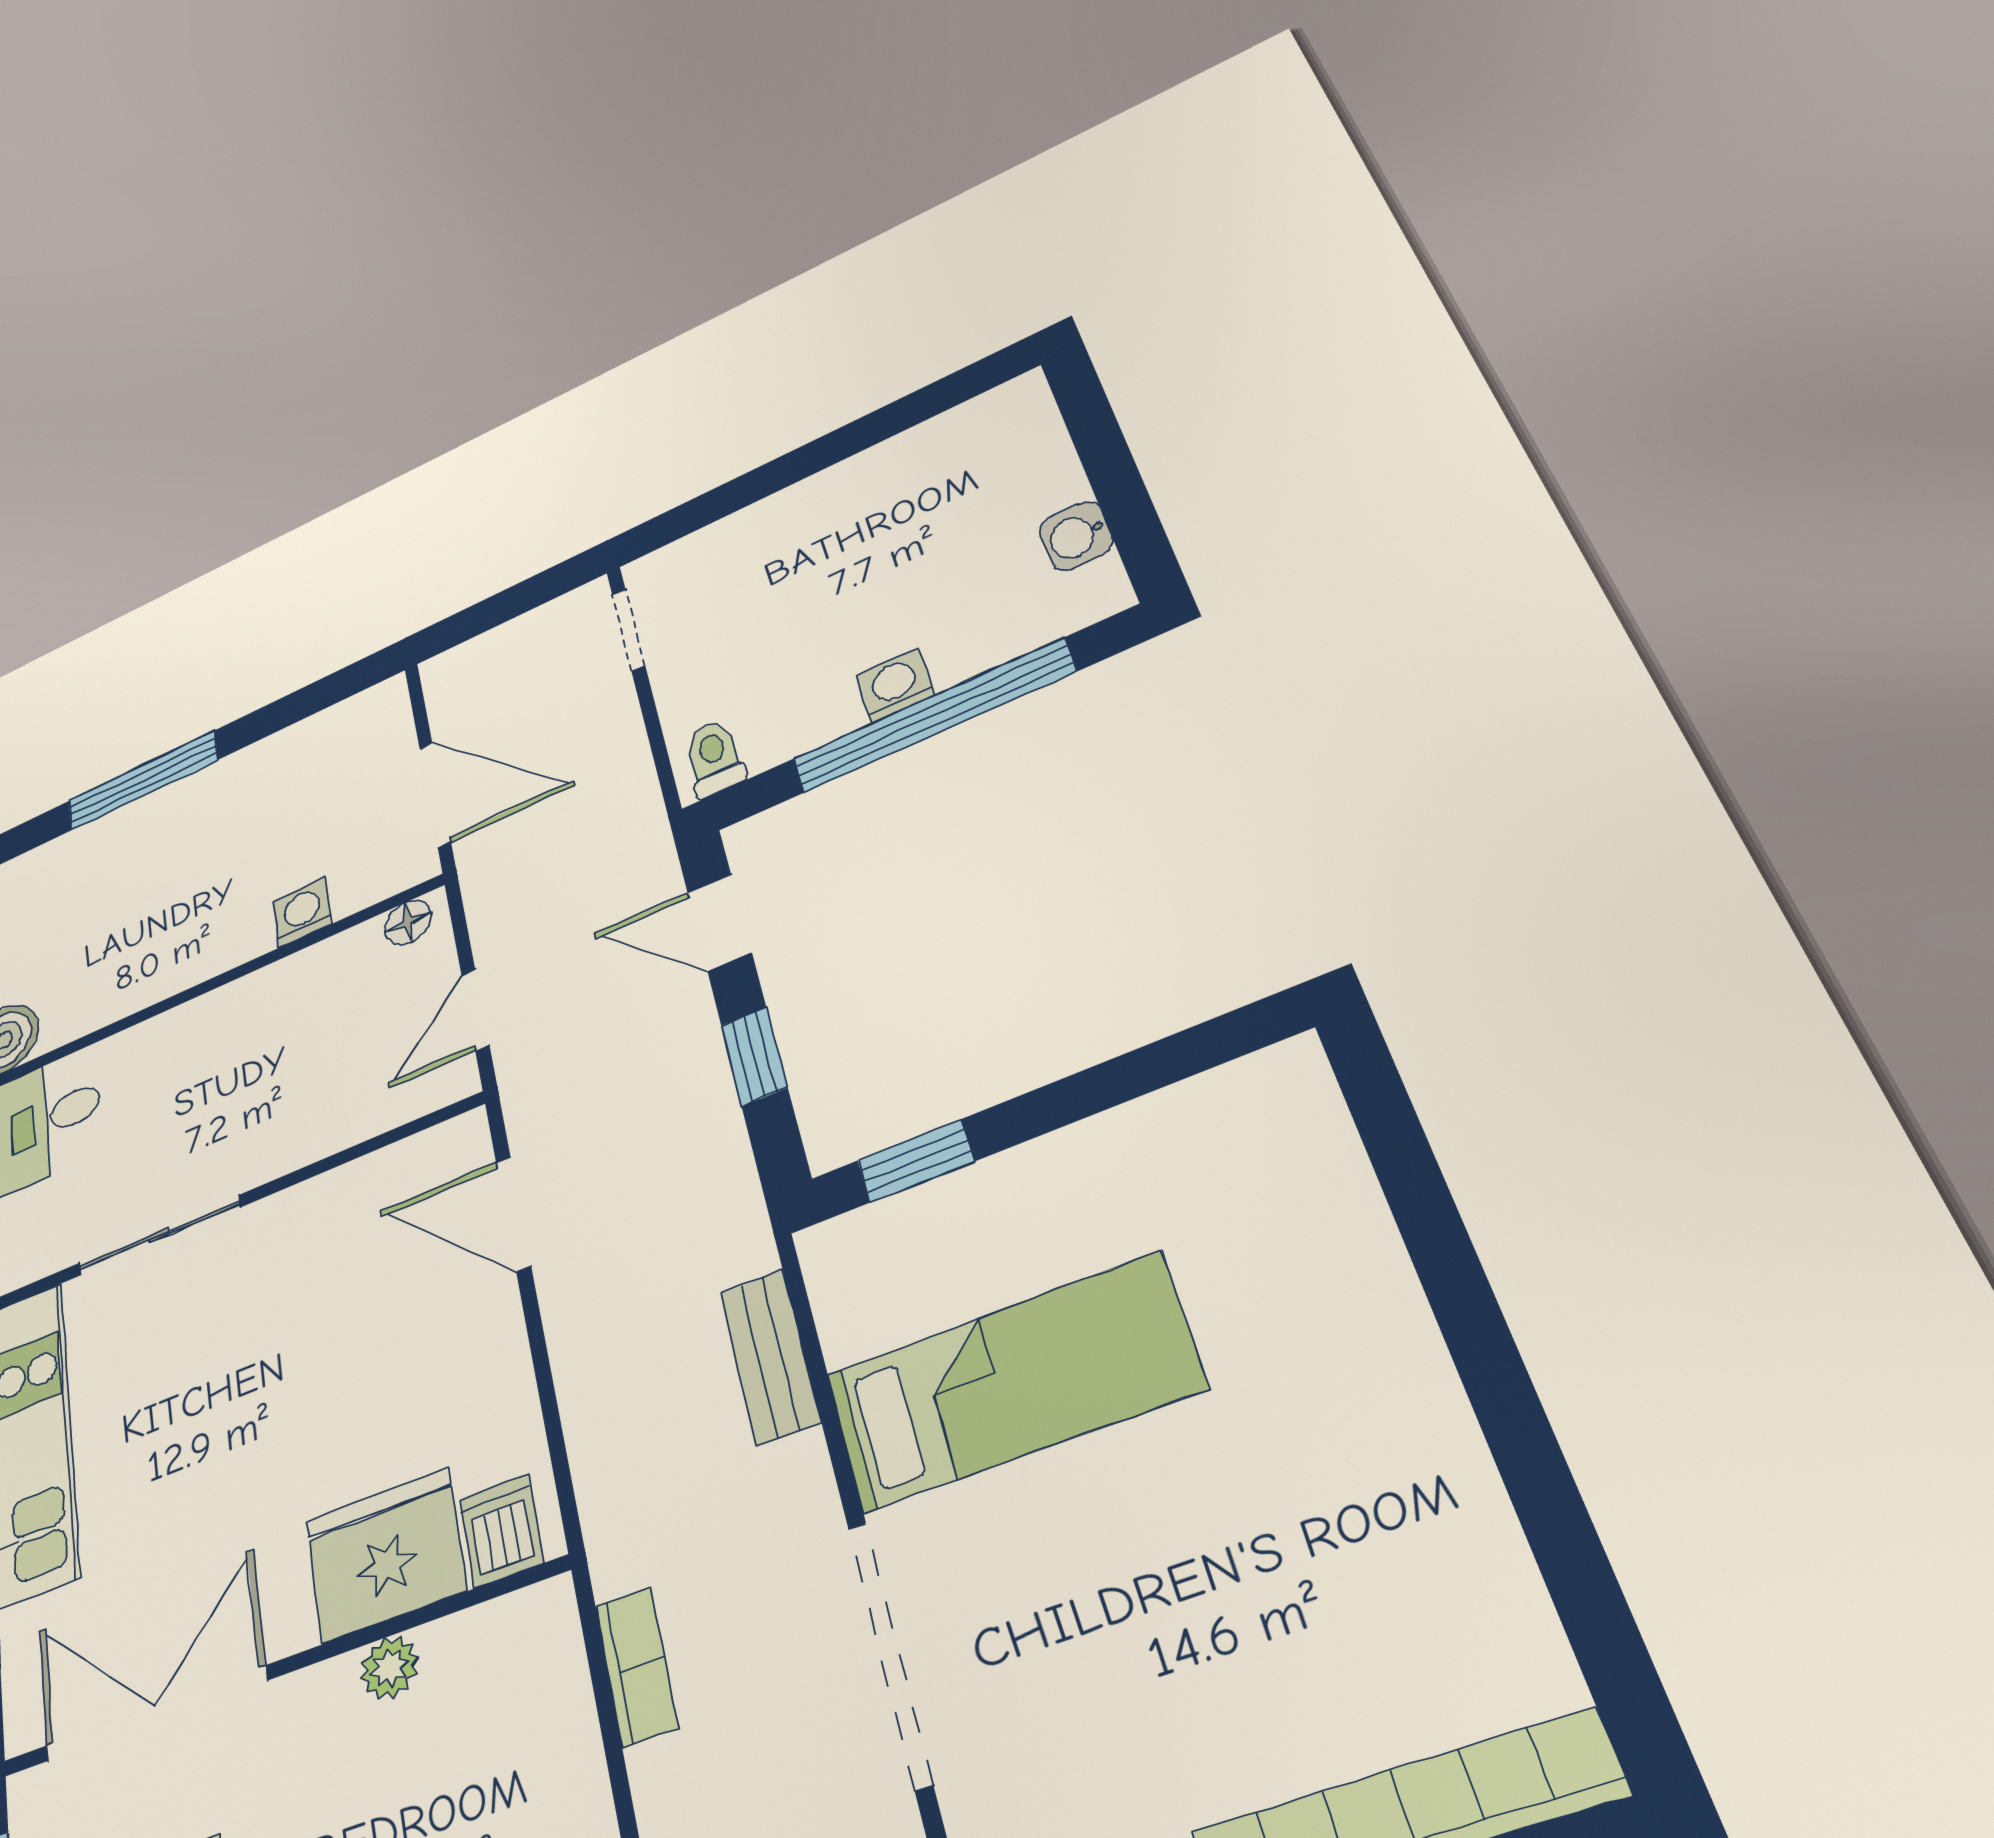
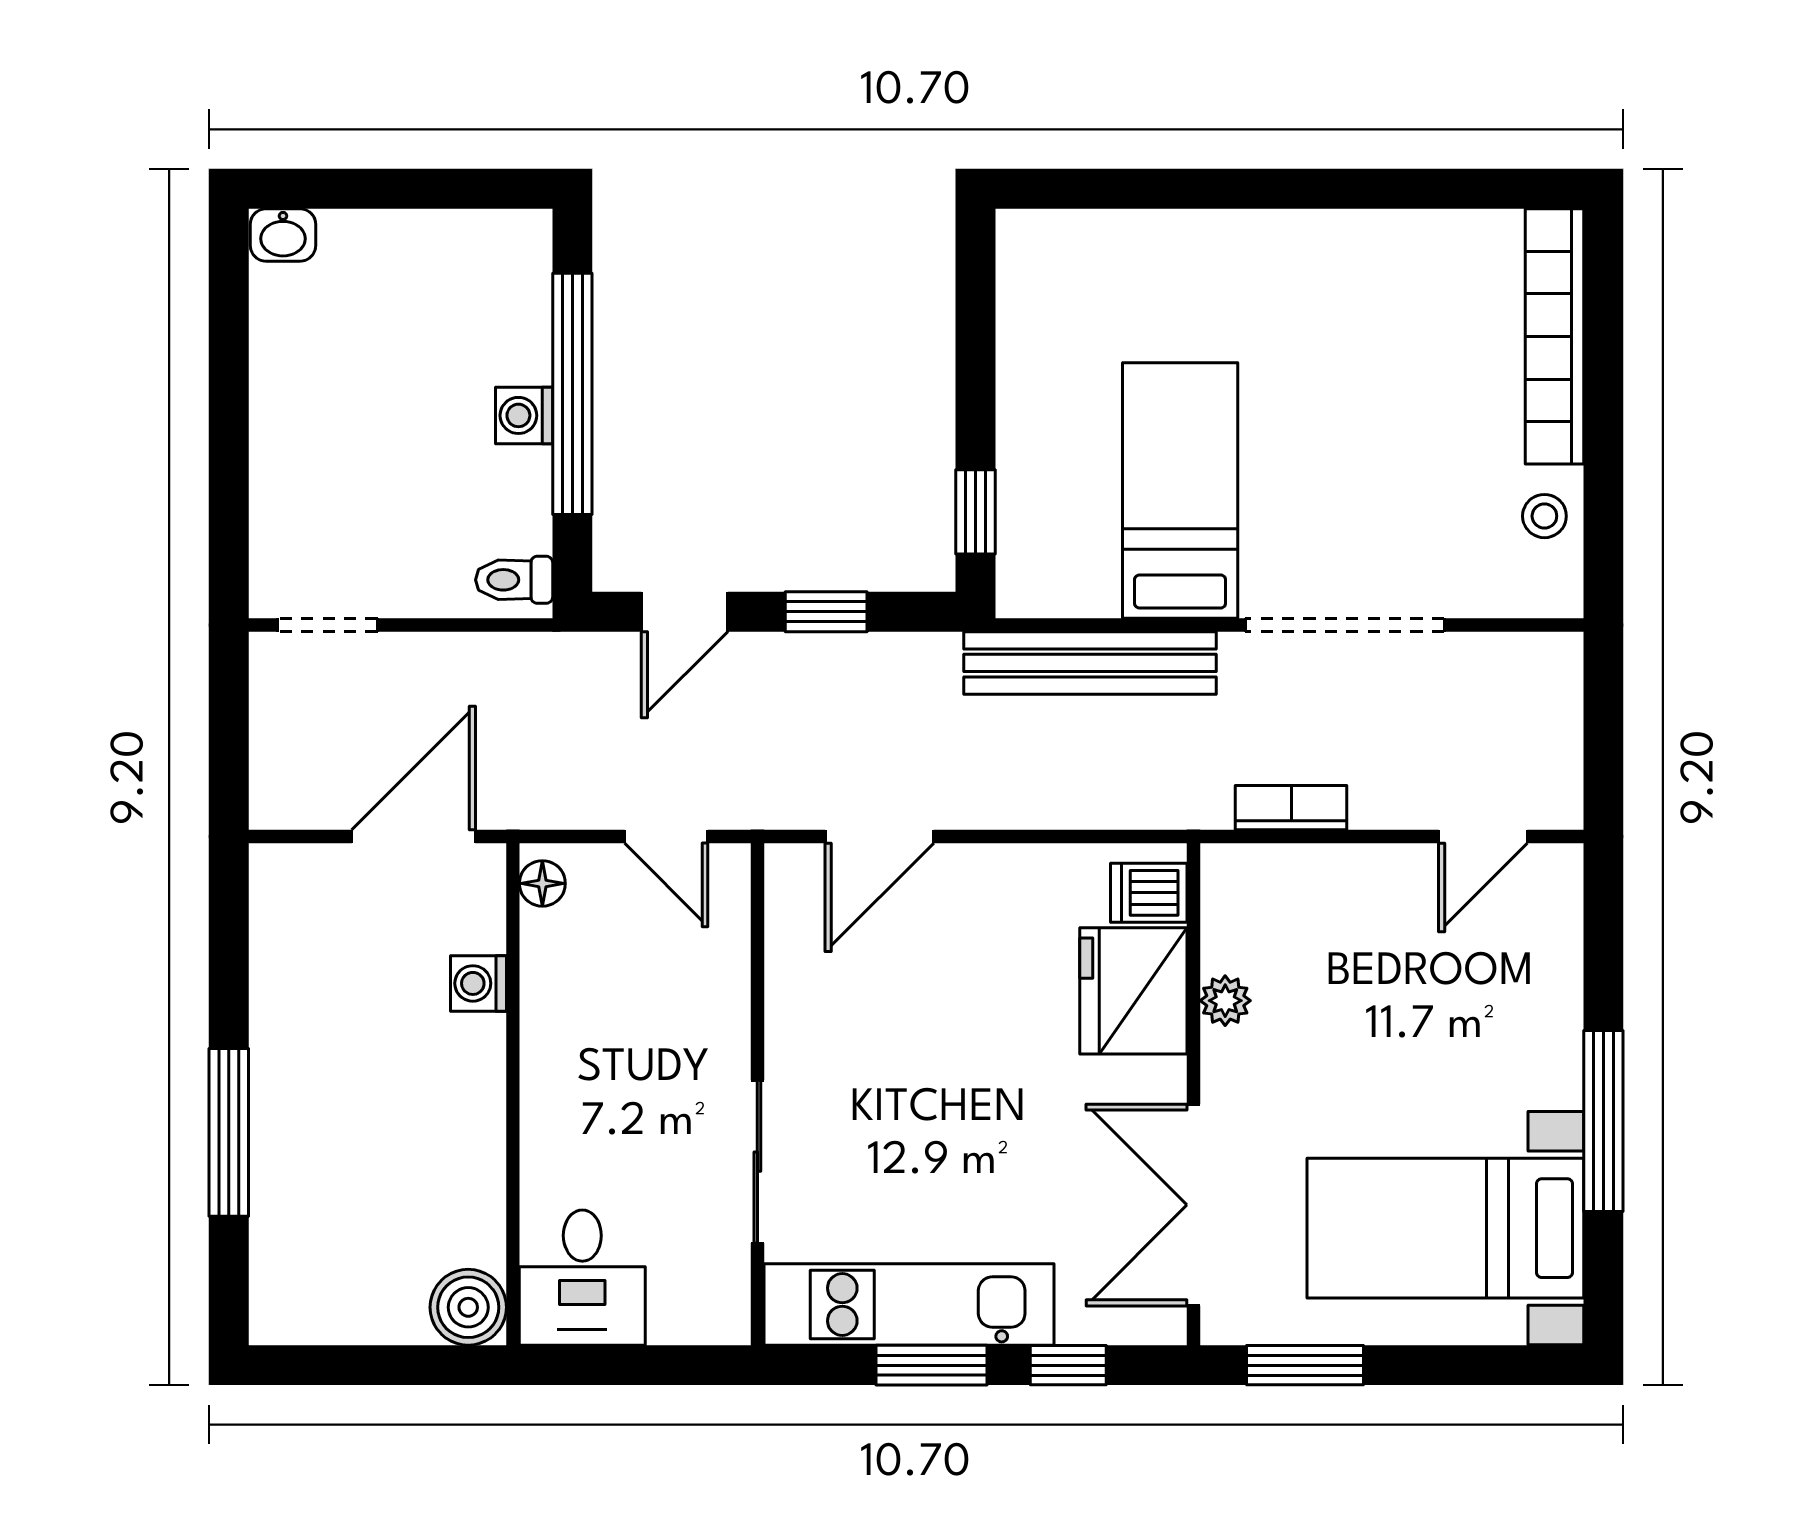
washbasin: (1076, 536) -> (283, 235), moved
bench: (770, 1357) -> (1090, 663), width x1.86, depth x1.21

